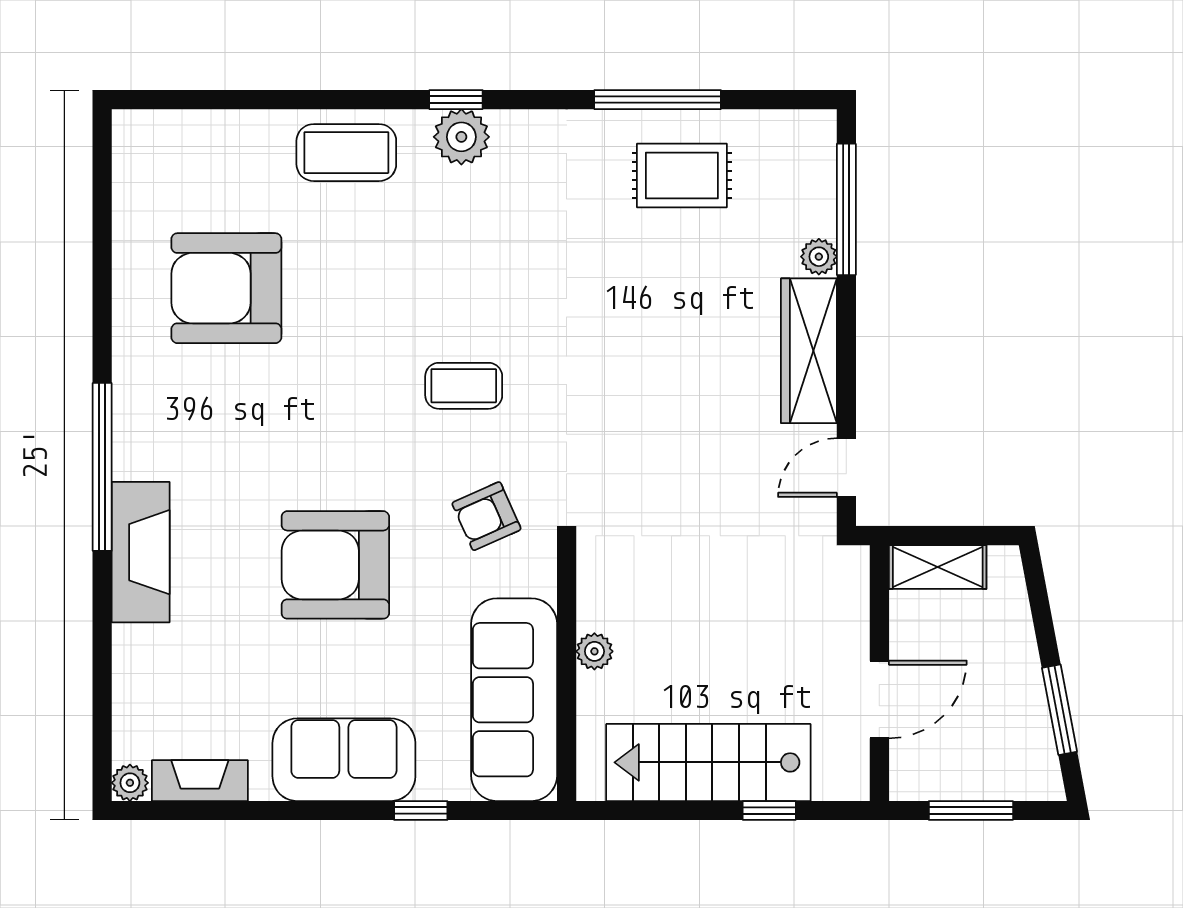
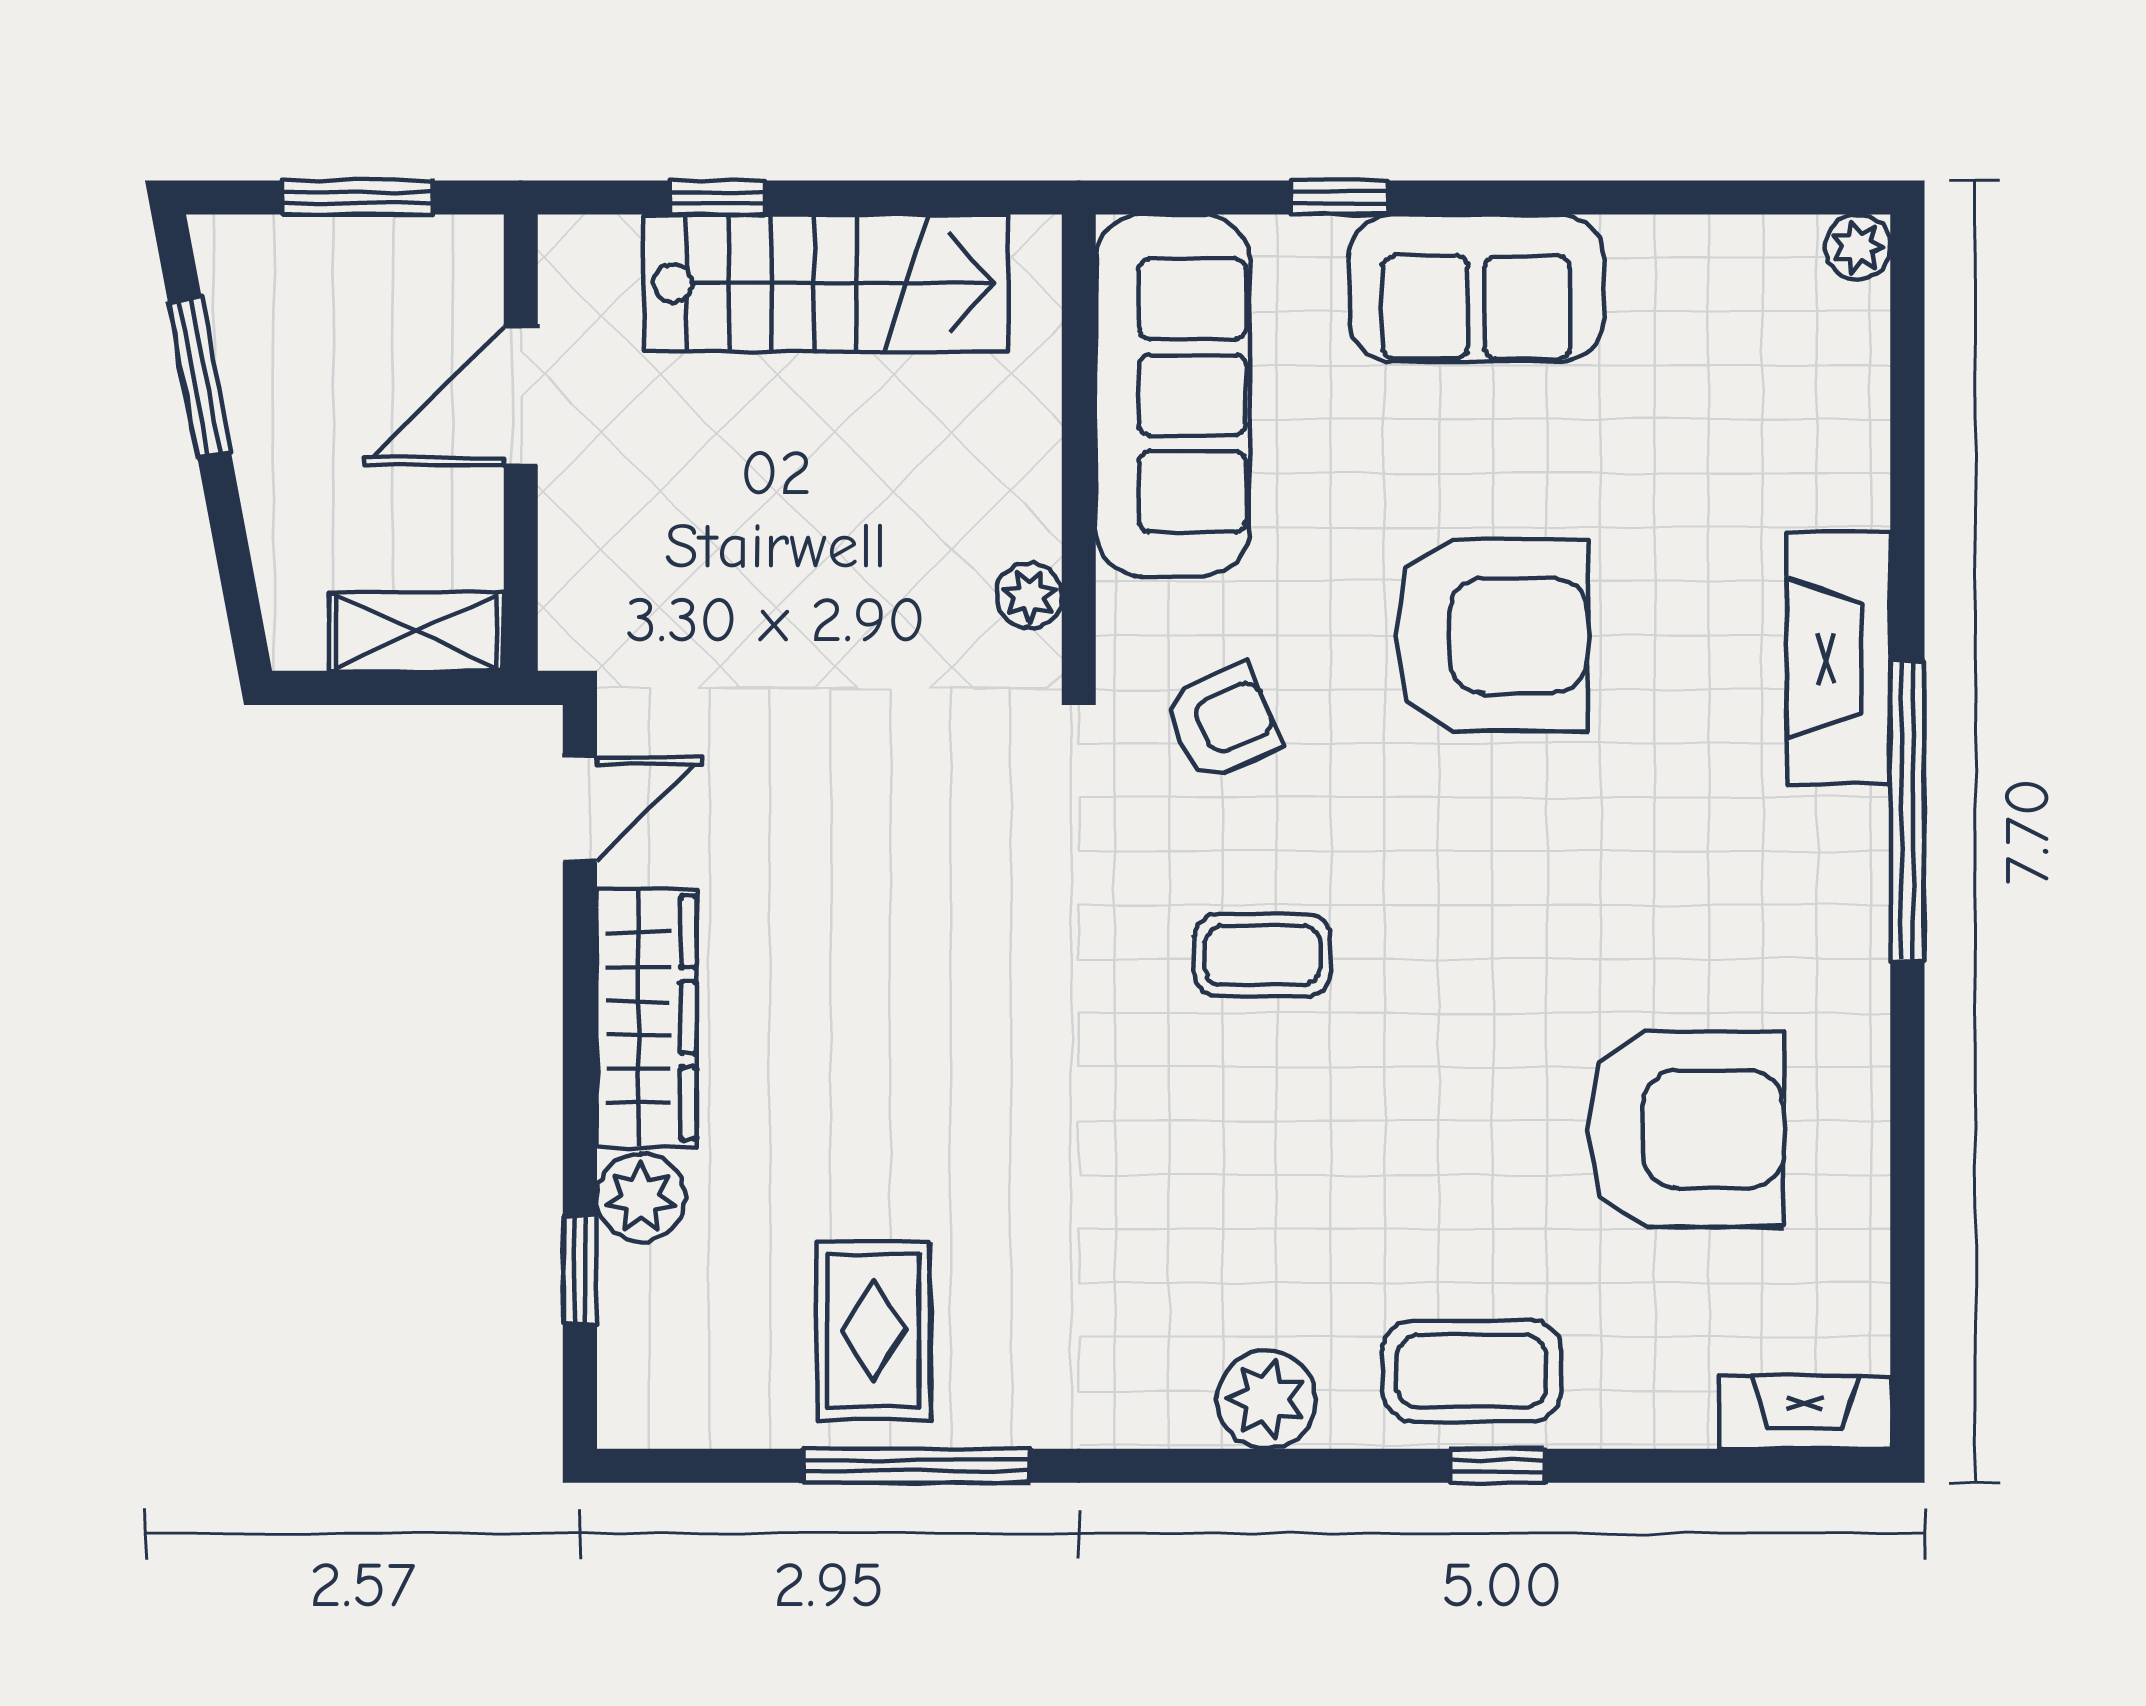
window: (456, 100) -> (1497, 1466), moved
rug: (682, 175) -> (873, 1330), turned 90
window: (846, 209) -> (580, 1270), width x0.46
plant: (819, 257) -> (641, 1198), width x1.38, depth x1.38
plant: (594, 651) -> (1029, 595), moved
fireplace: (200, 781) -> (1805, 1412), moved, turned 180

